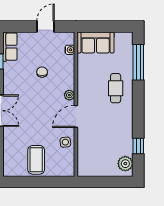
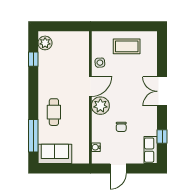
sofa: (96, 42) -> (55, 154), moved
plant: (69, 95) -> (100, 106), width x1.87, depth x1.87
coffee table: (36, 160) -> (127, 46), turned 90

